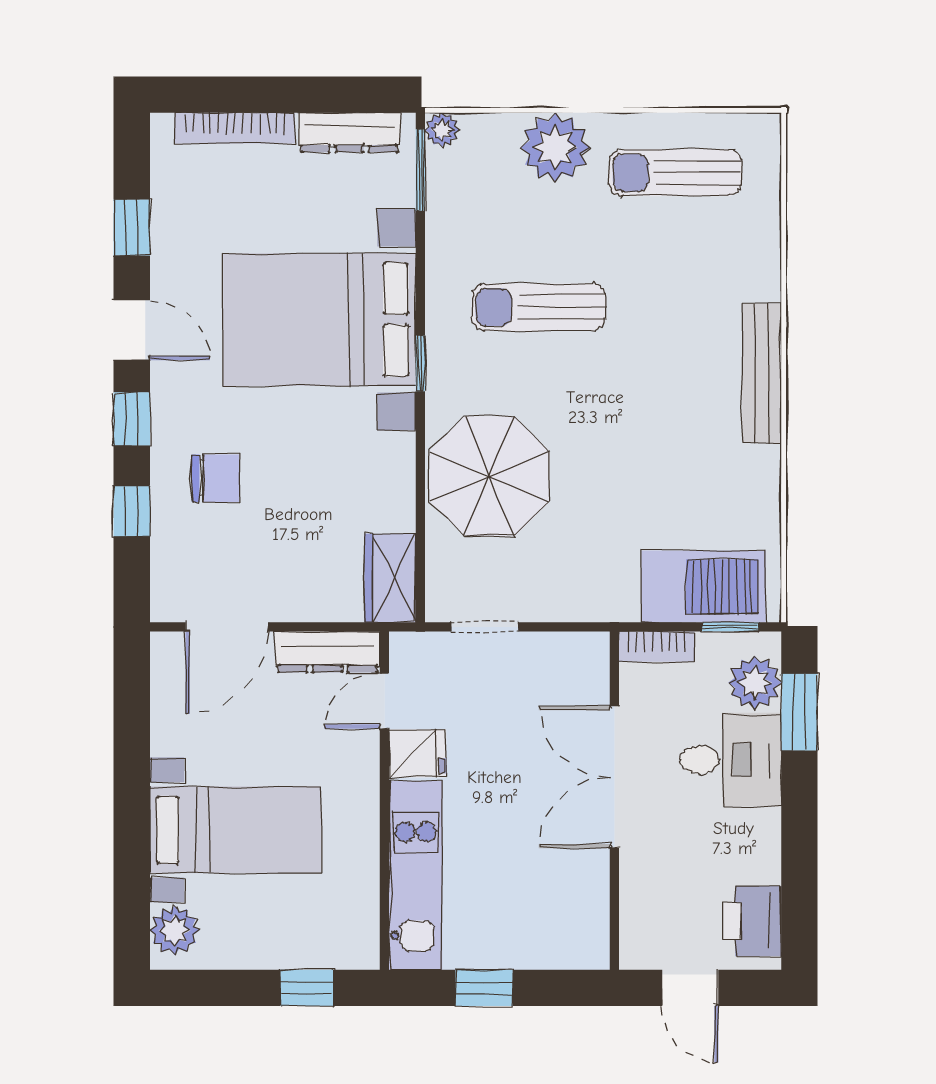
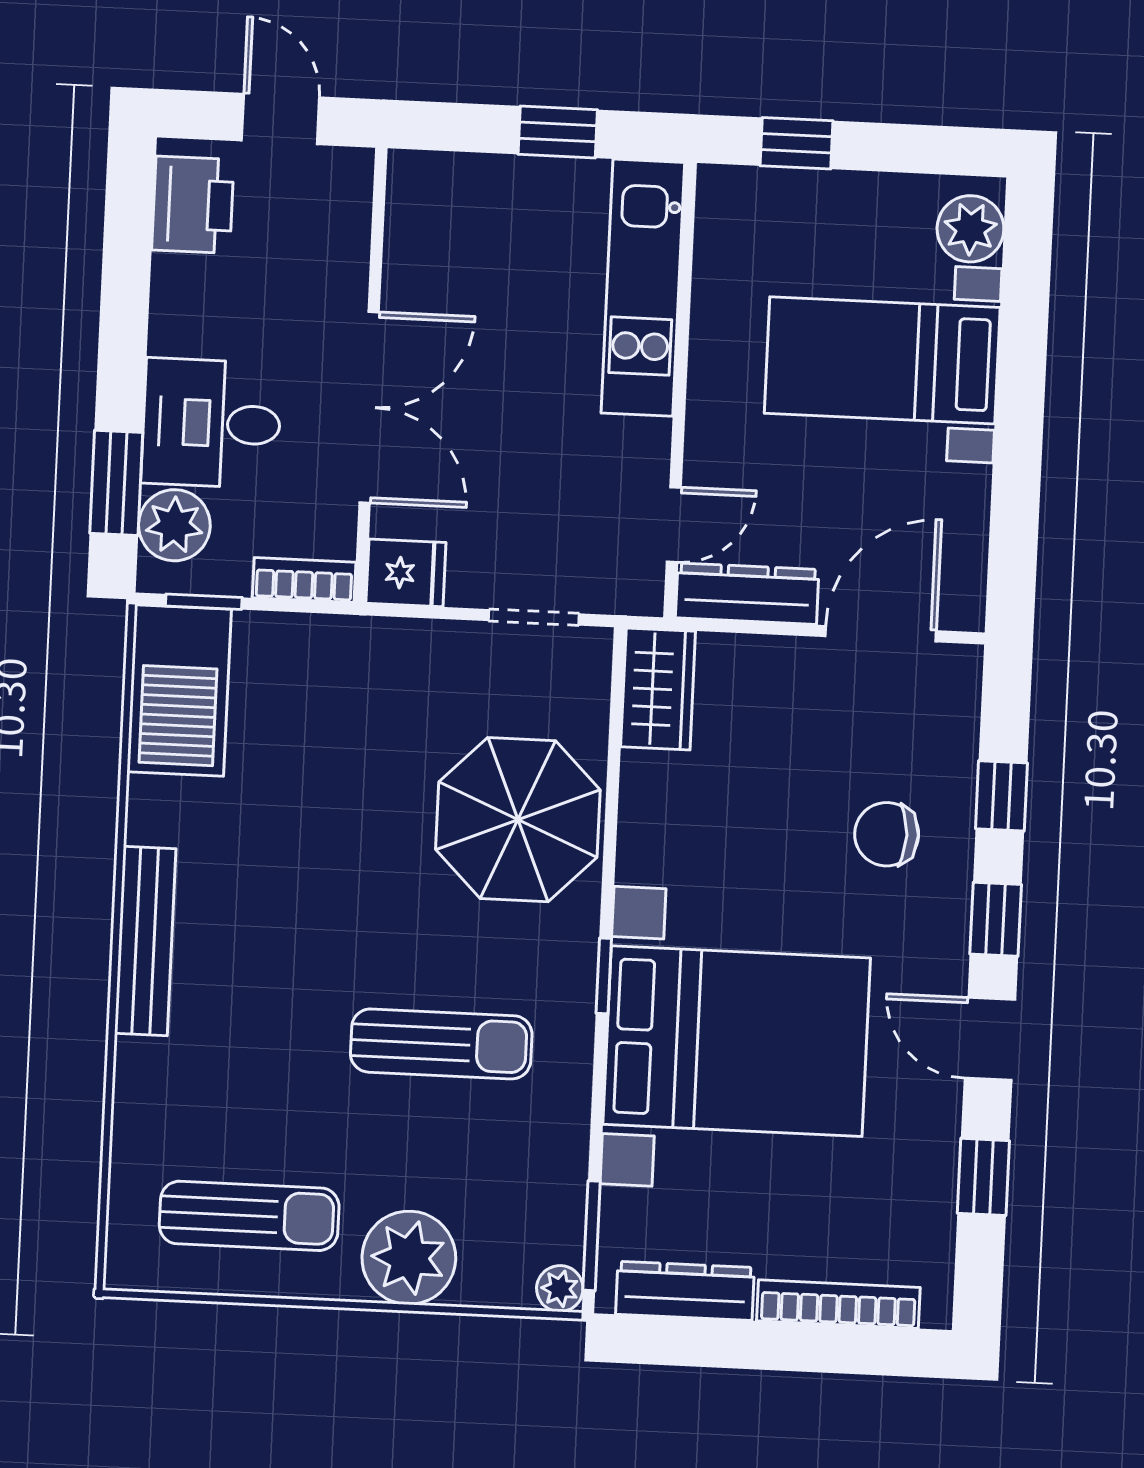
barbecue: (703, 587) -> (179, 690), moved, turned -90
fridge: (417, 753) -> (406, 573), moved, turned 180

